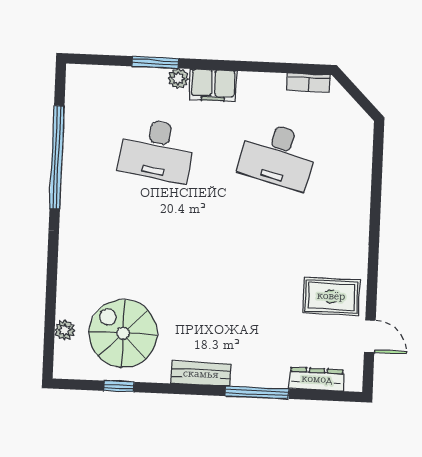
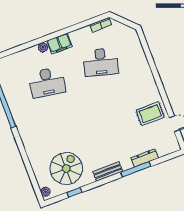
window: (155, 62) -> (30, 44), removed
plant: (65, 330) -> (45, 192), moved
spiral stairs: (123, 333) -> (66, 169), turned 90
dresser: (317, 379) -> (145, 158), moved

